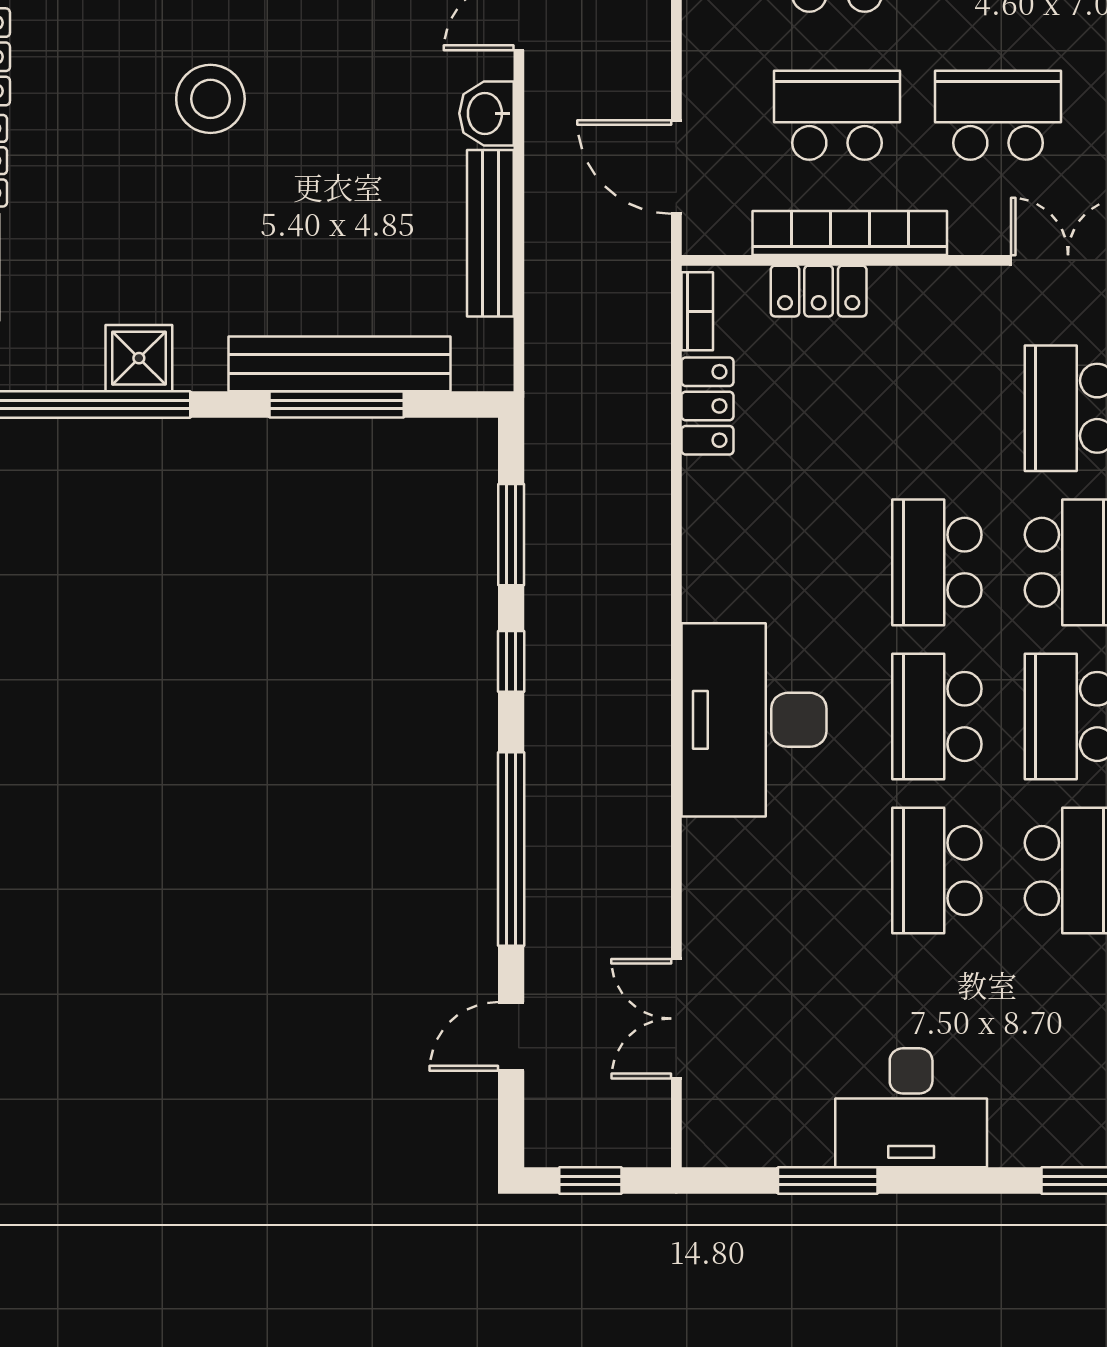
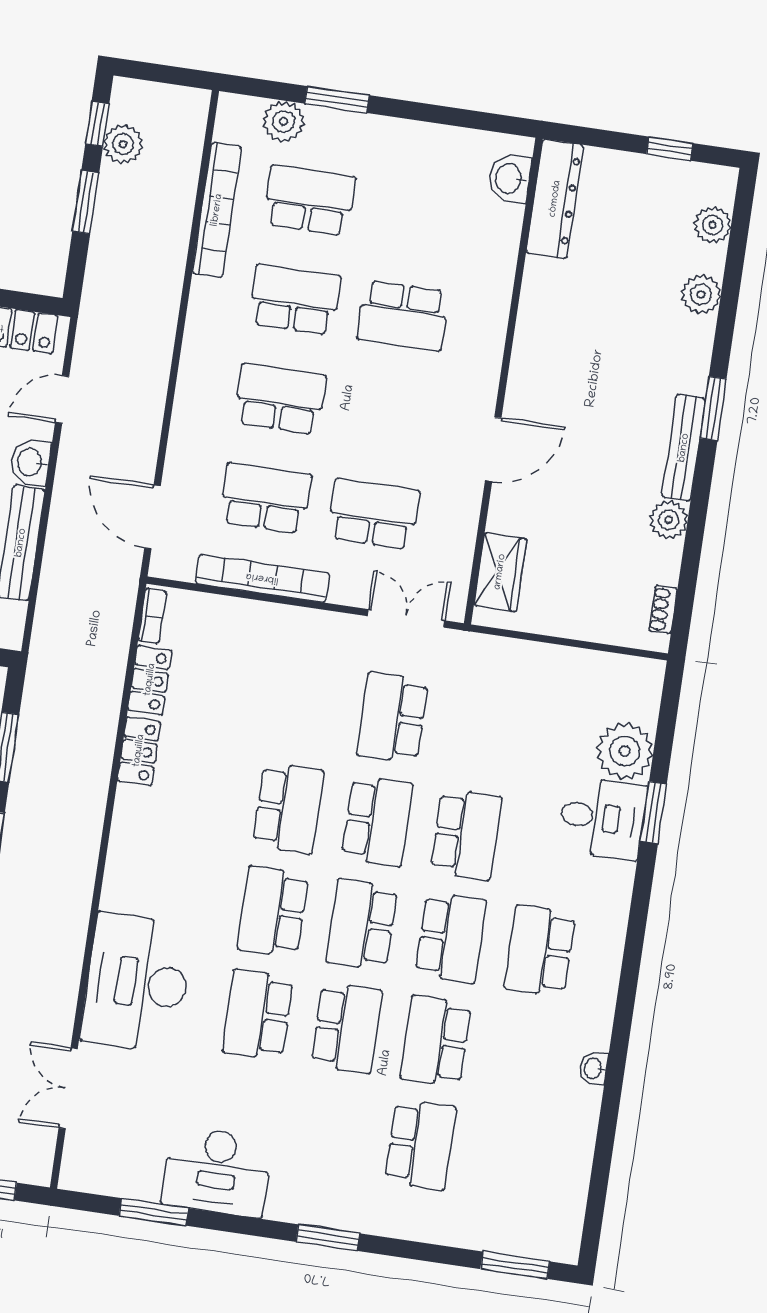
locker: (819, 291) -> (139, 751), moved, turned -90
school desk: (937, 562) -> (288, 808), turned 180
desk: (754, 720) -> (137, 983), moved

